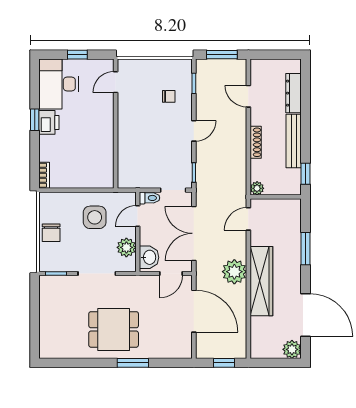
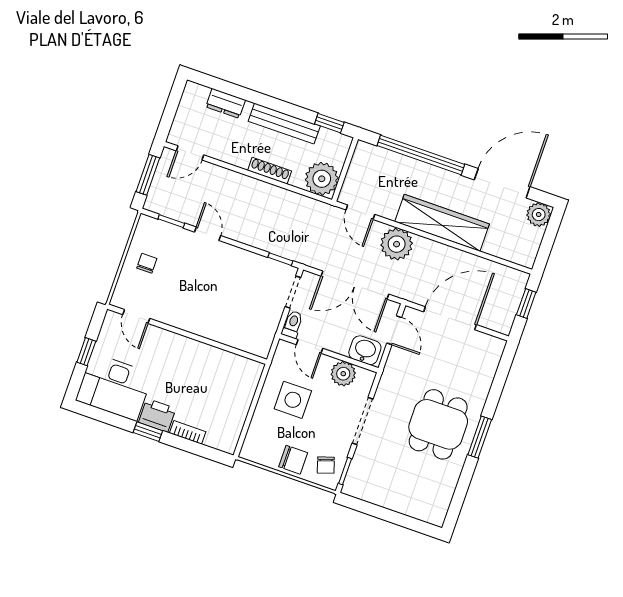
dresser: (294, 93) -> (226, 103), width x0.70
chair: (169, 96) -> (147, 263), moved
door: (248, 96) -> (190, 153), moved
door: (194, 131) -> (208, 234), moved
bookcase: (44, 175) -> (188, 432), moved
plant: (257, 188) -> (322, 179), width x1.88, depth x1.88
window: (306, 249) -> (421, 155), width x2.11
chair: (55, 258) -> (326, 465), added
plant: (234, 272) -> (397, 244), moved
window: (133, 363) -> (480, 437), moved

